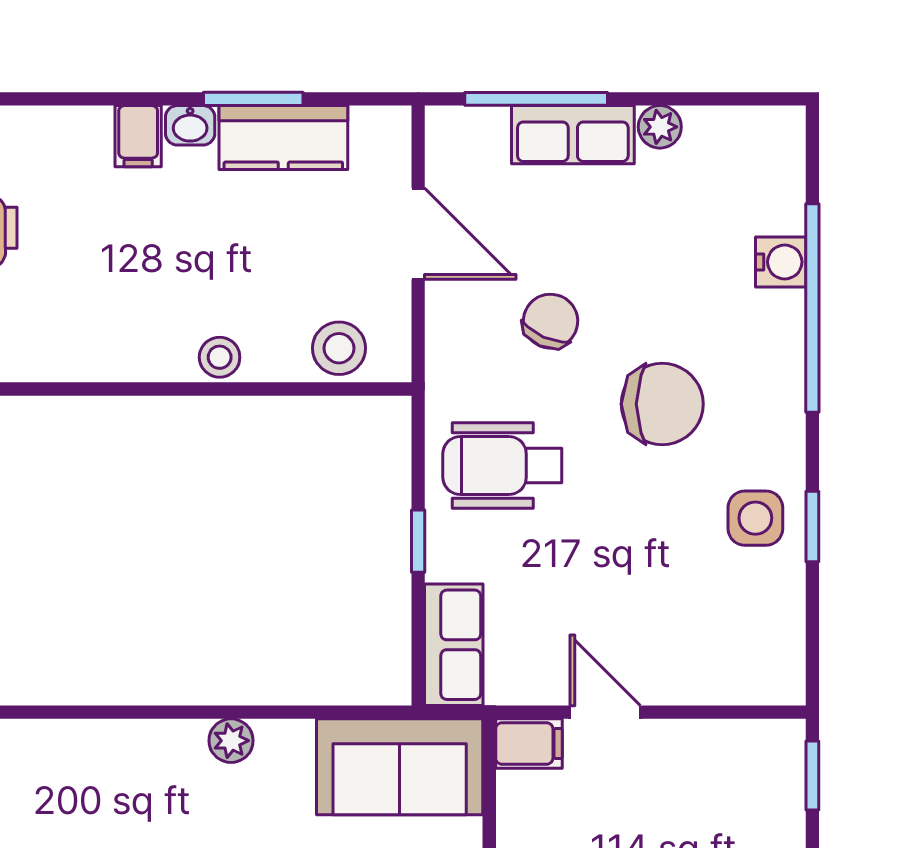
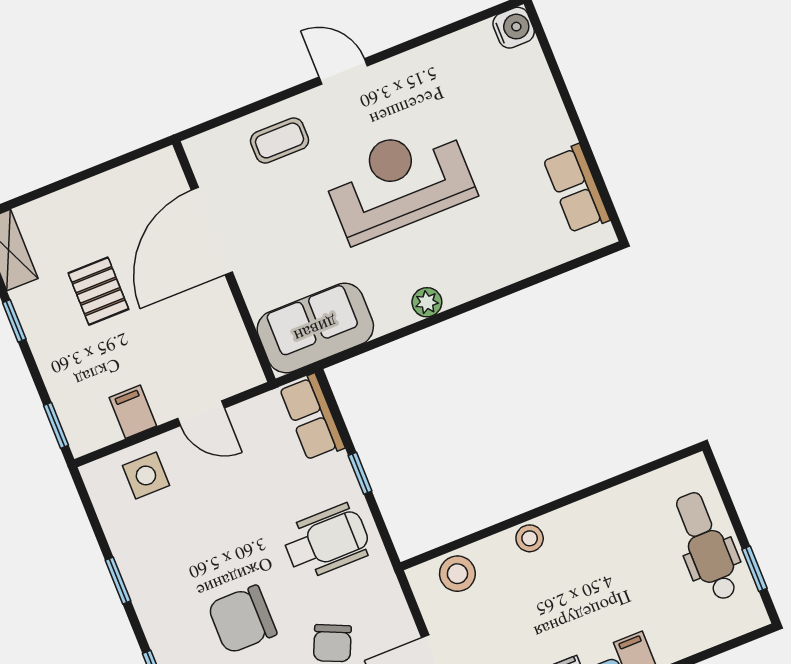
side table: (755, 518) -> (146, 475), moved
filing cabinet: (529, 744) -> (133, 412), moved, turned 90

